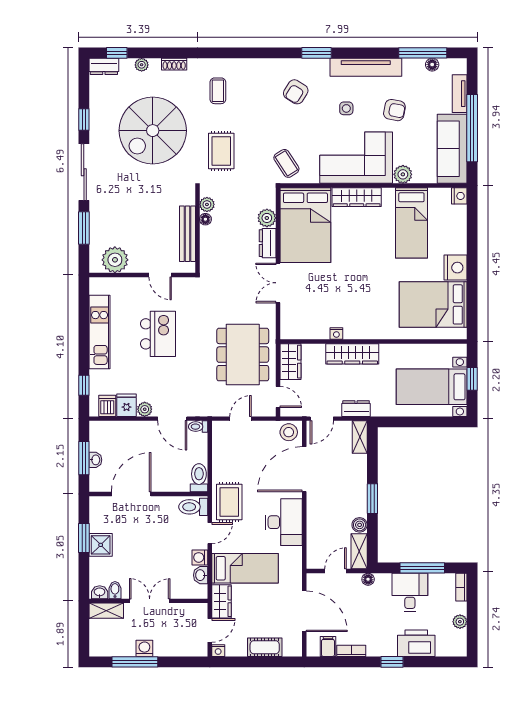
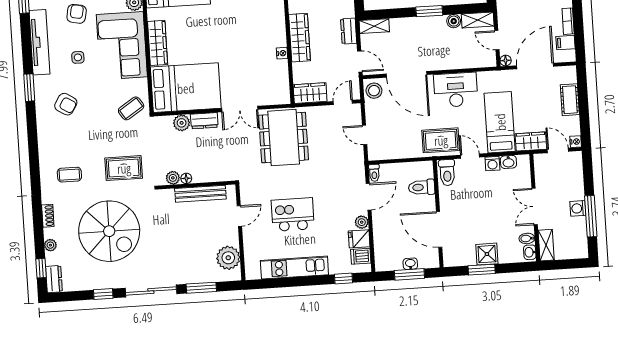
dining table: (243, 355) -> (284, 138), moved, turned 90
toilet: (199, 478) -> (422, 187), moved
floor lamp: (368, 579) -> (506, 61), moved

